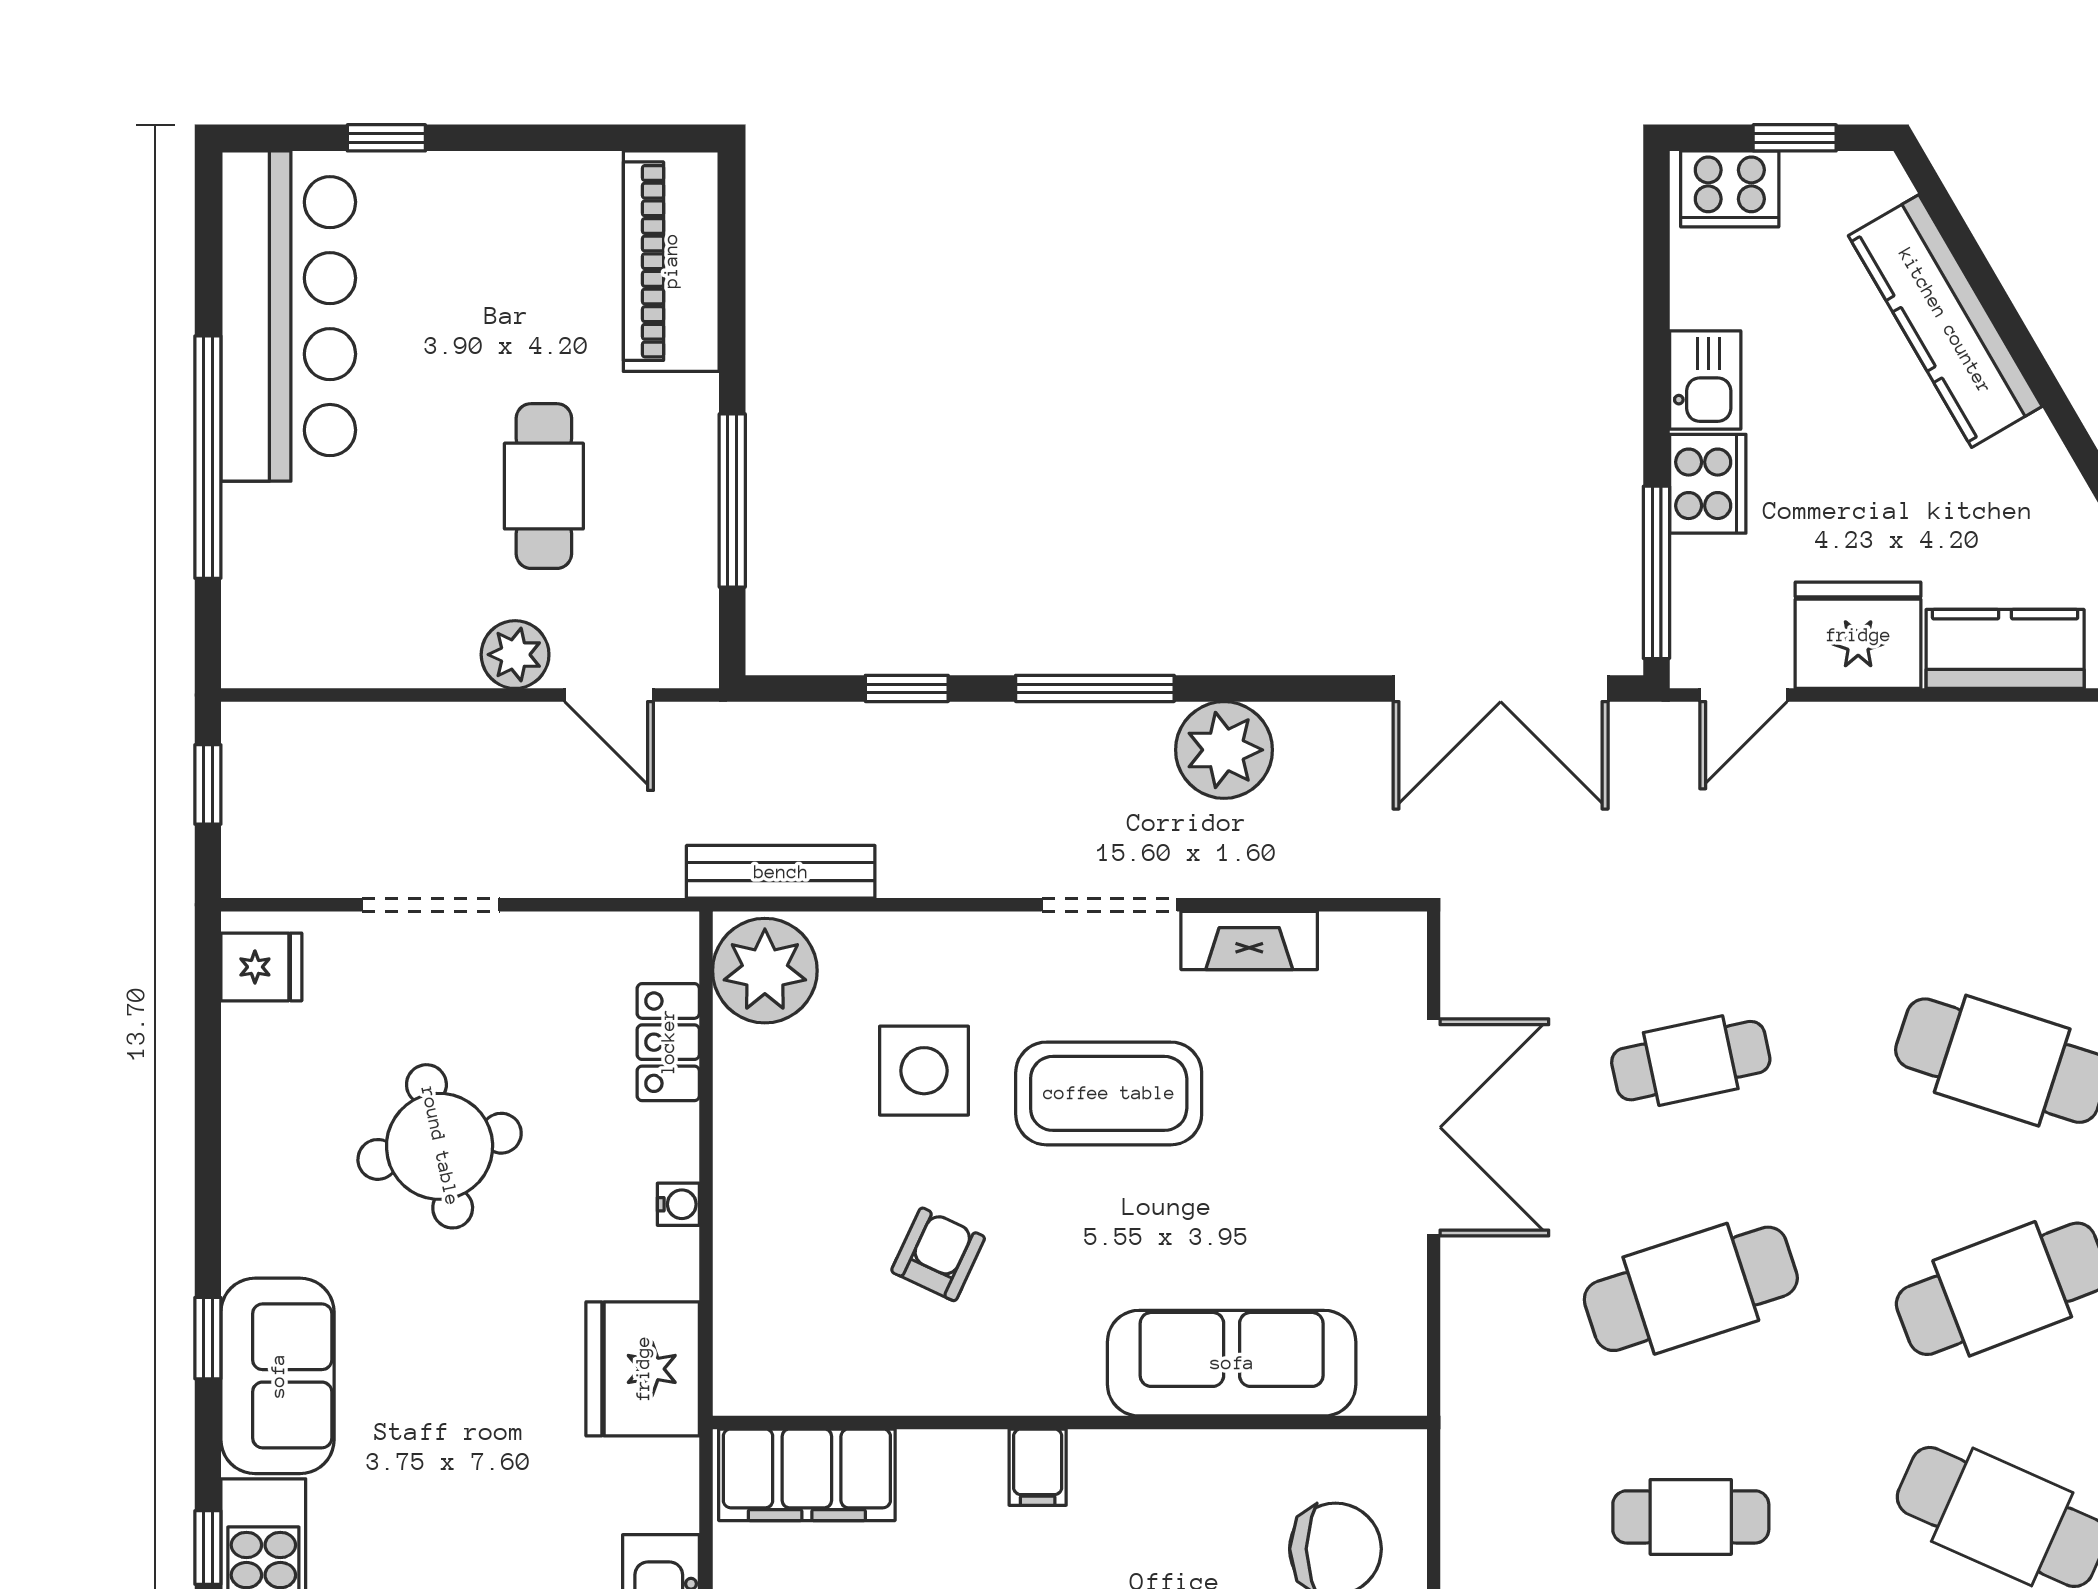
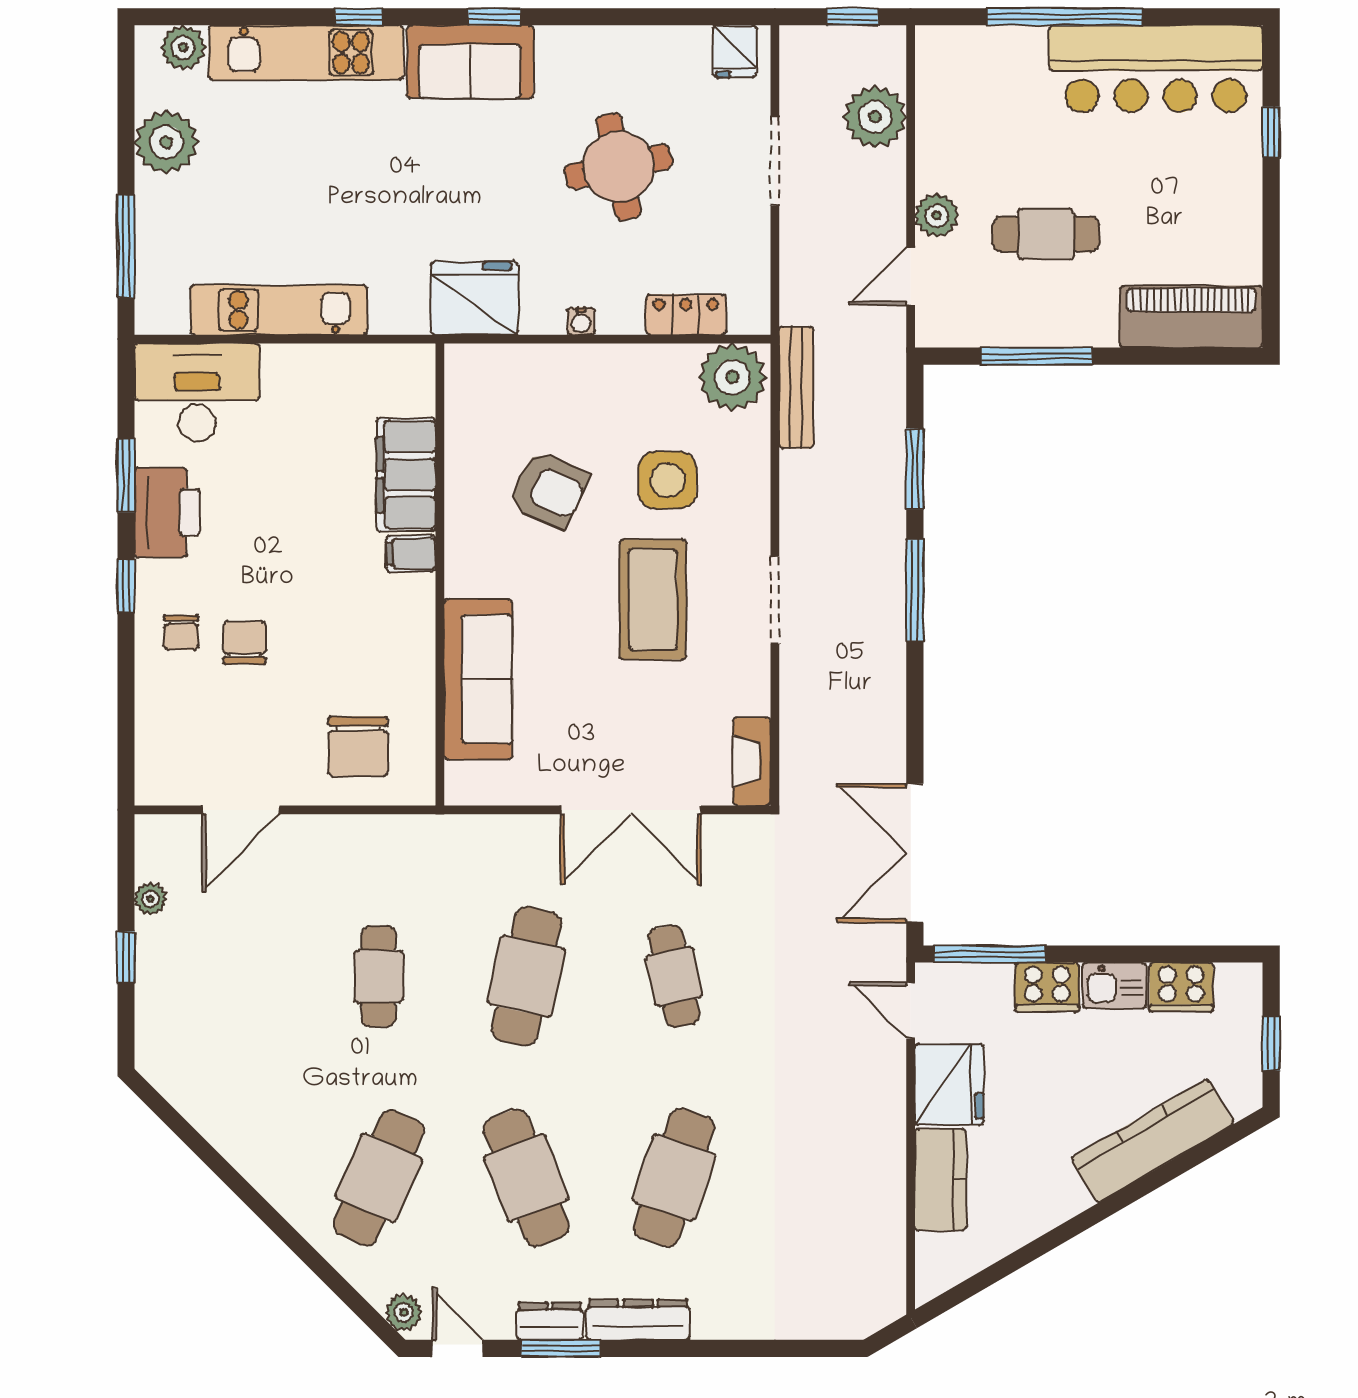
cooker: (1730, 189) -> (1181, 987), moved, turned -90
window: (907, 688) -> (915, 469), width x1.50
plant: (1224, 750) -> (875, 117), moved
fireplace: (1249, 940) -> (752, 761), moved
armchair: (938, 1254) -> (549, 489), width x1.38, depth x1.38
cafe table: (1691, 1289) -> (526, 976), turned 30
filing cabinet: (807, 1475) -> (406, 475), moved

